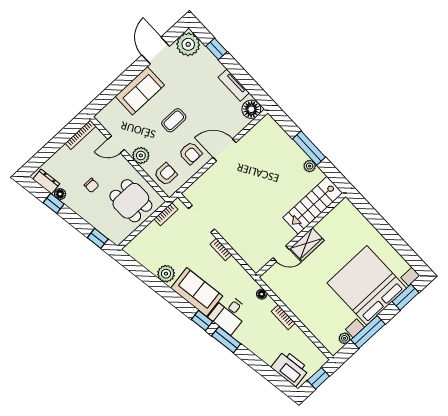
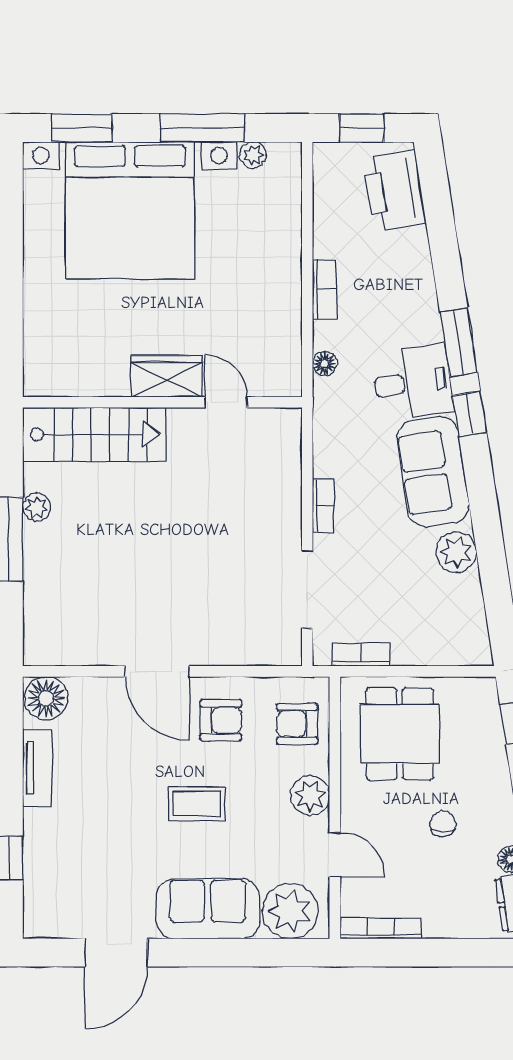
plant: (188, 44) -> (290, 911), moved
armchair: (191, 153) -> (221, 720), turned 90

